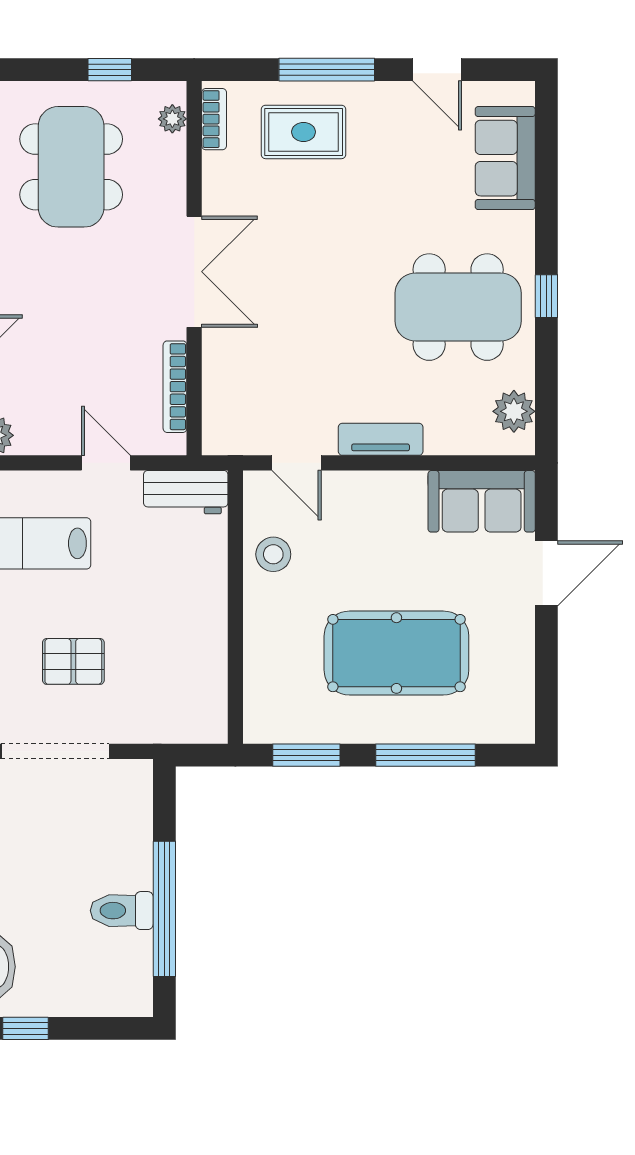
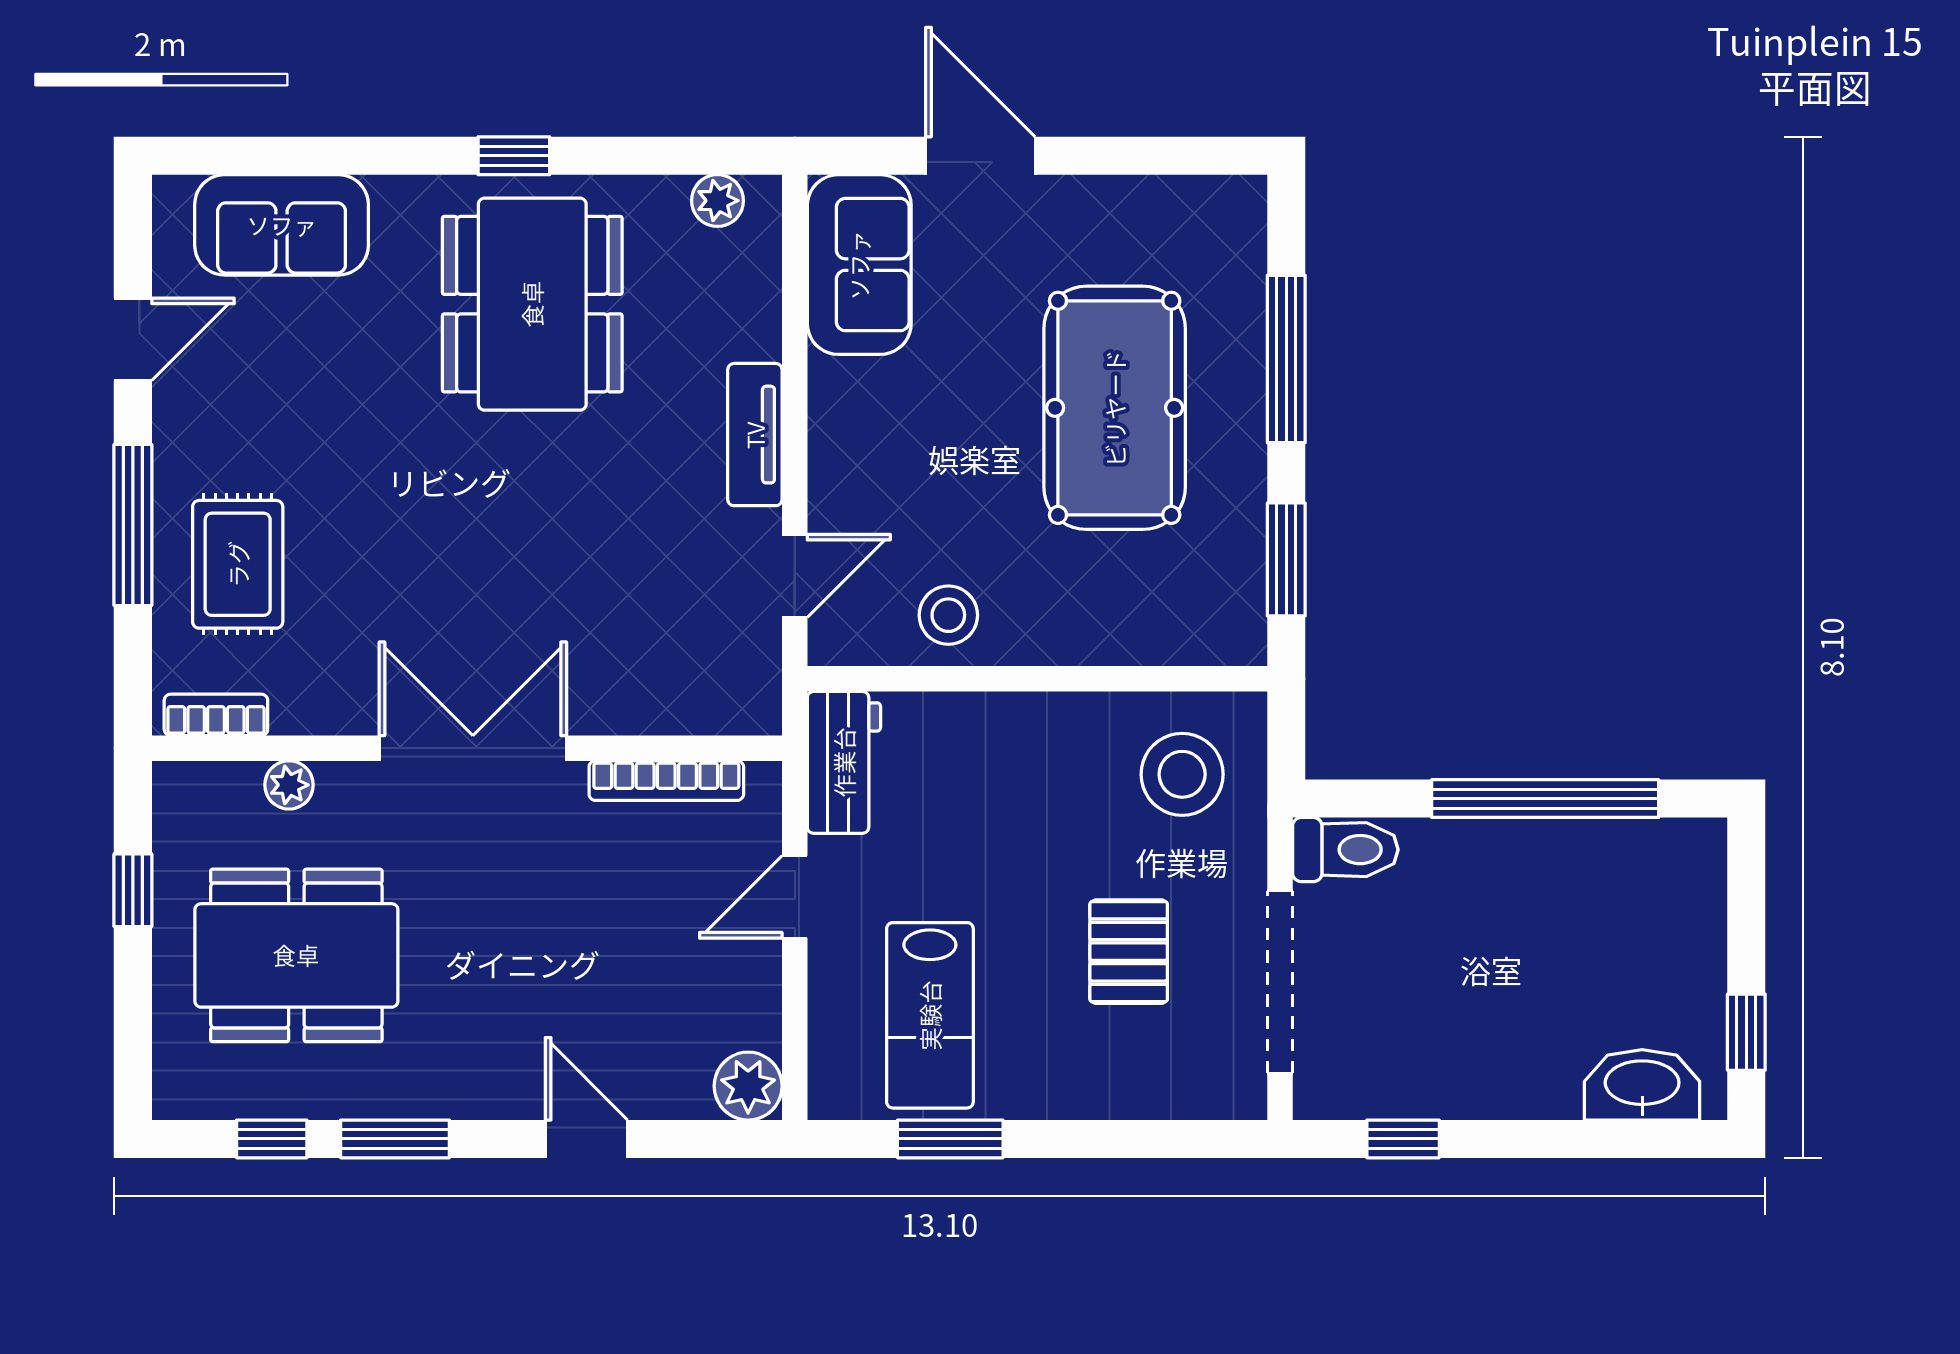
plant: (172, 119) -> (289, 785), moved
plant: (514, 411) -> (717, 201), width x0.73, depth x0.73
stool: (179, 693) -> (1182, 774), added
toilet: (122, 911) -> (1345, 850), moved, turned -90

